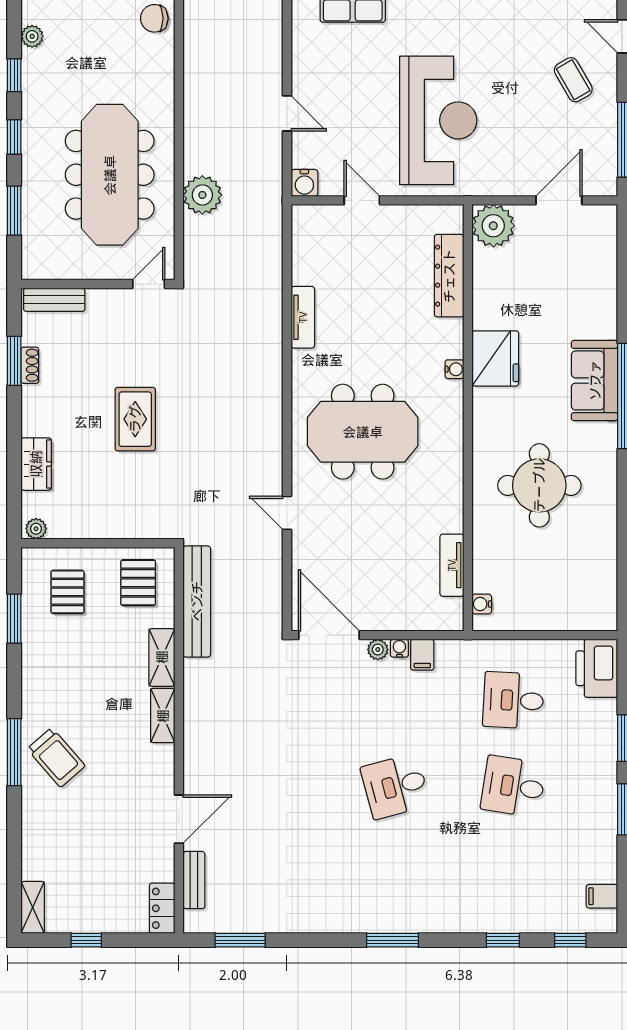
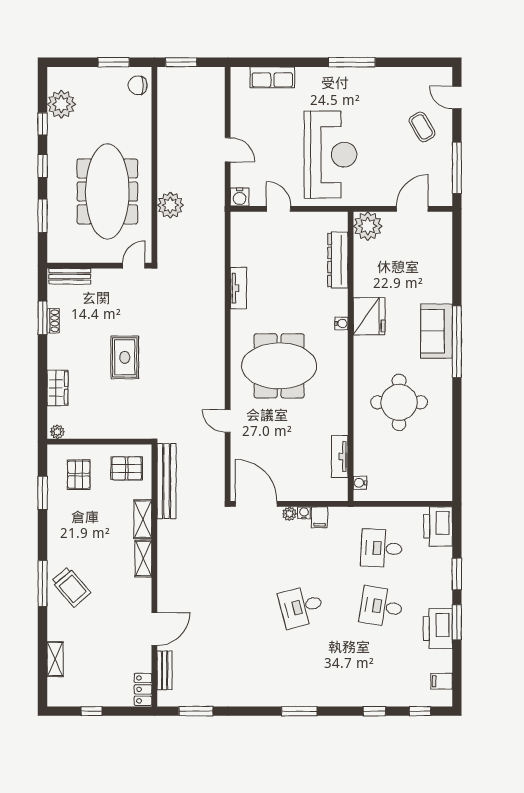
plant: (32, 36) -> (61, 104), width x1.87, depth x1.87
pallet: (138, 583) -> (127, 468), turned 90
printer: (596, 819) -> (438, 629), added
shelving: (33, 907) -> (55, 659), moved

